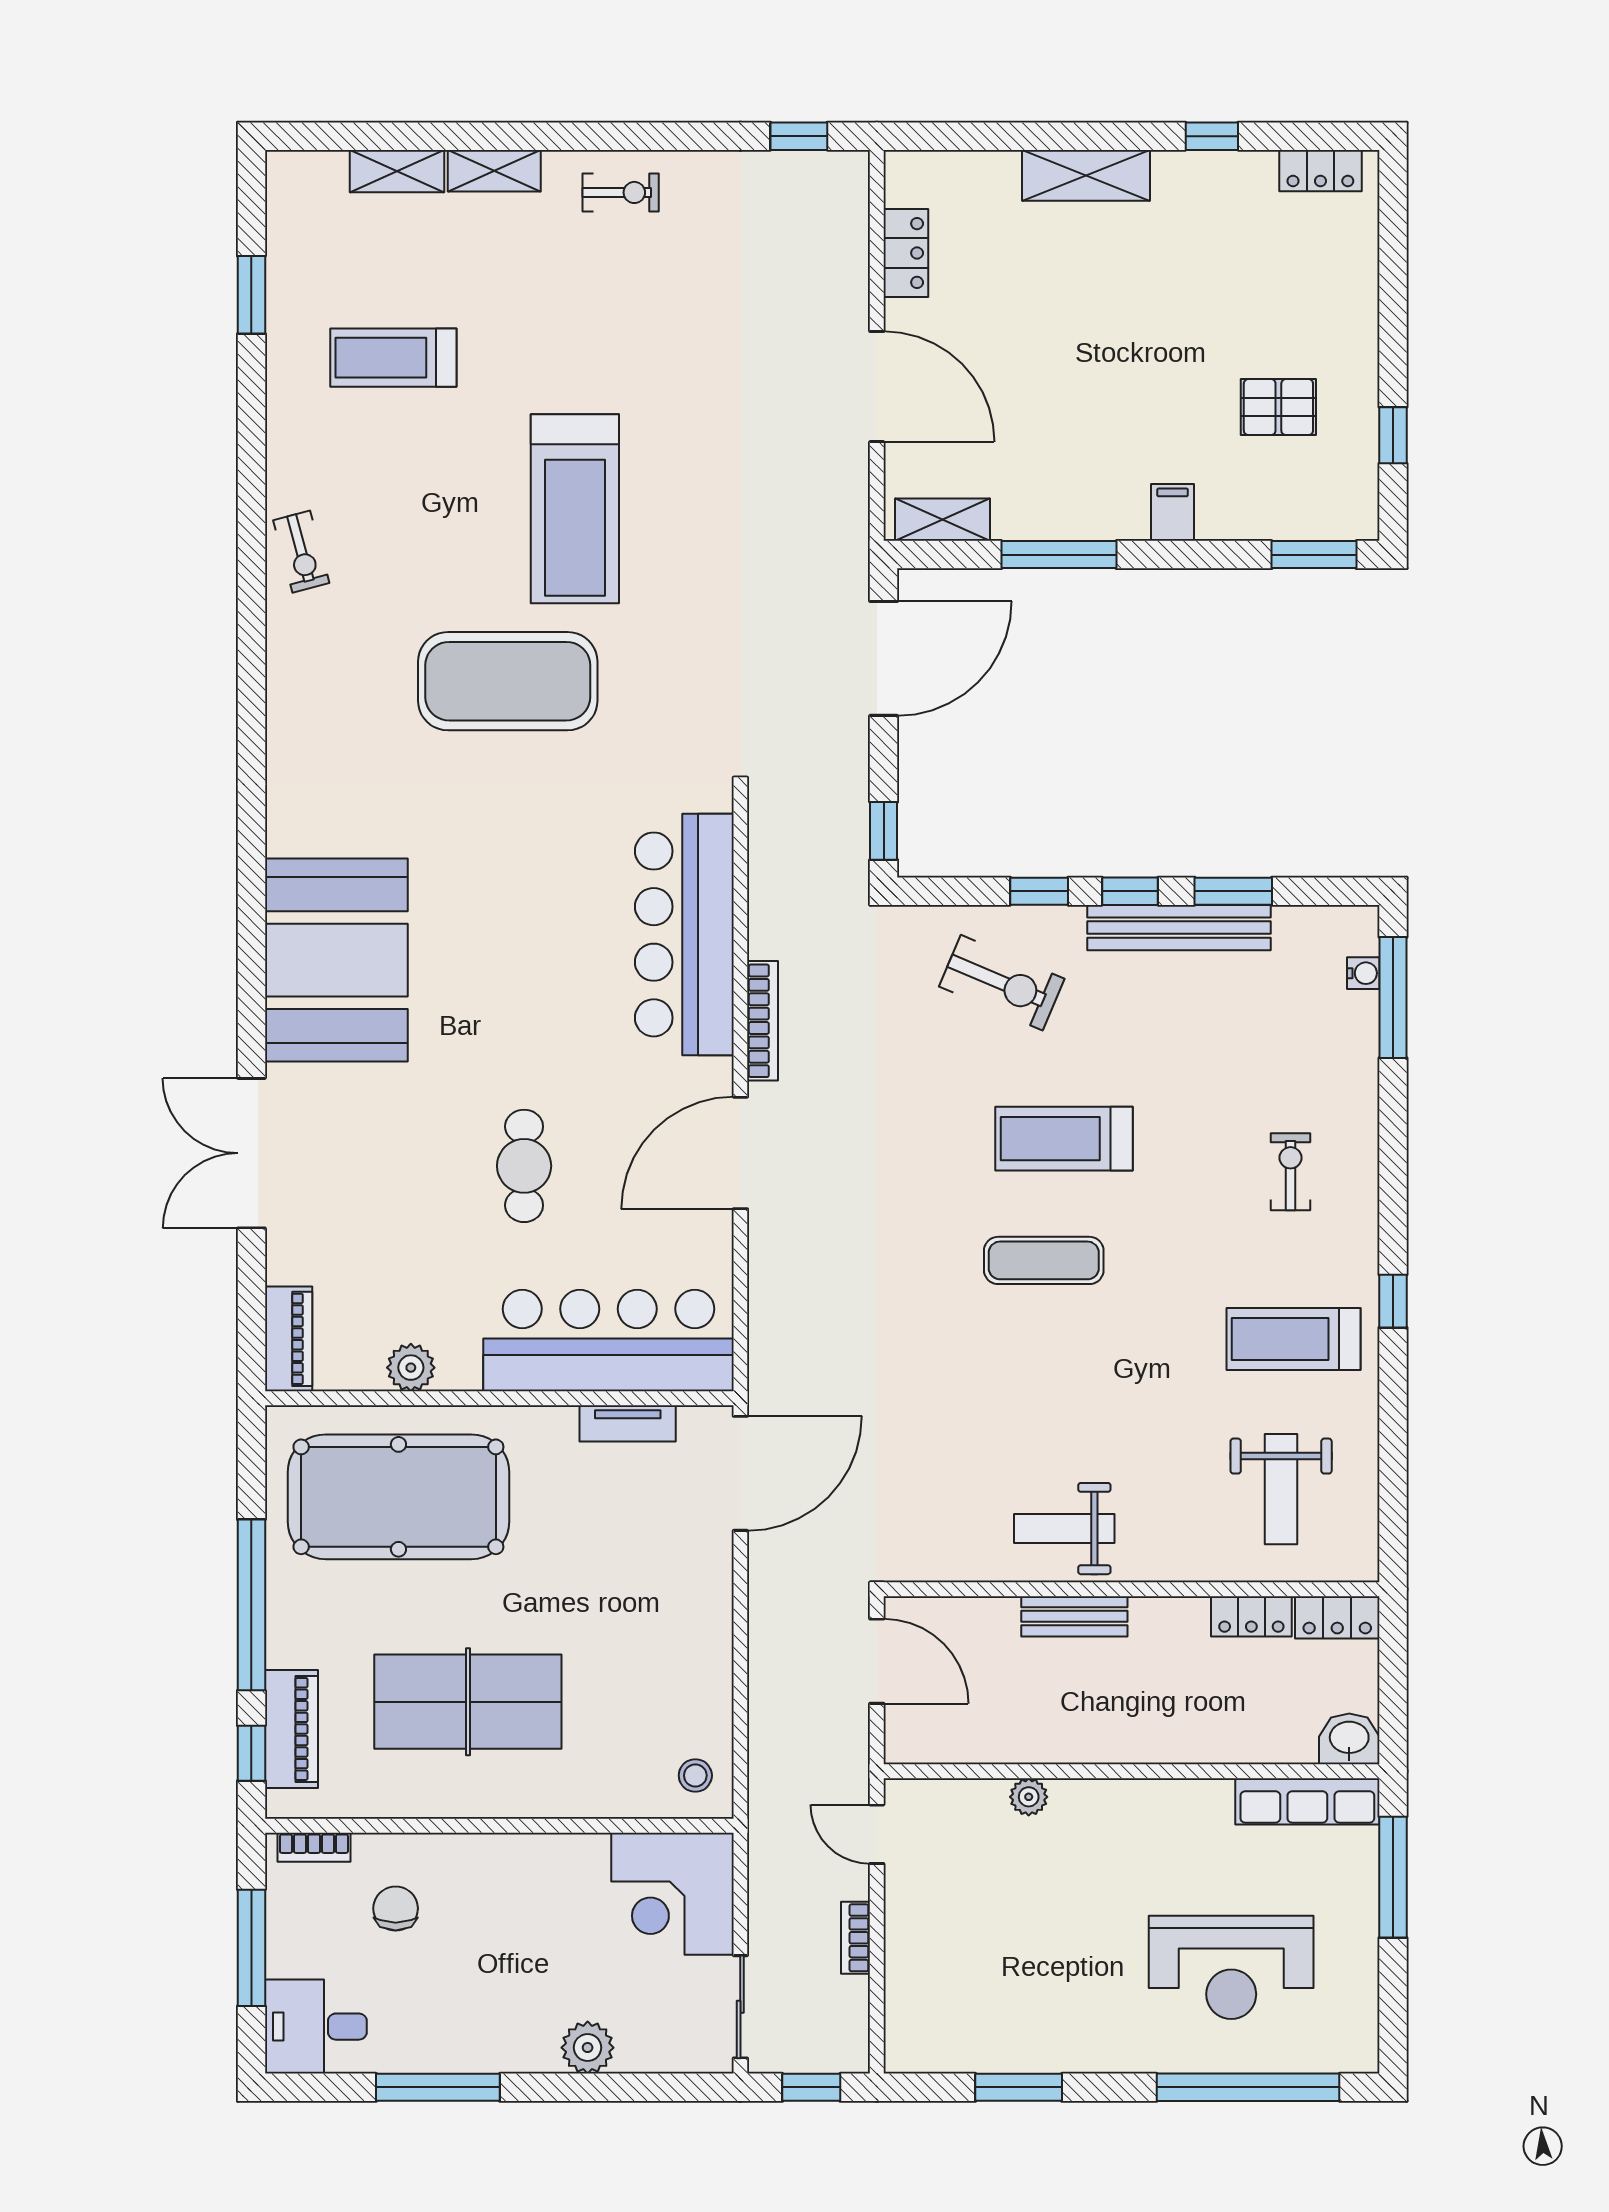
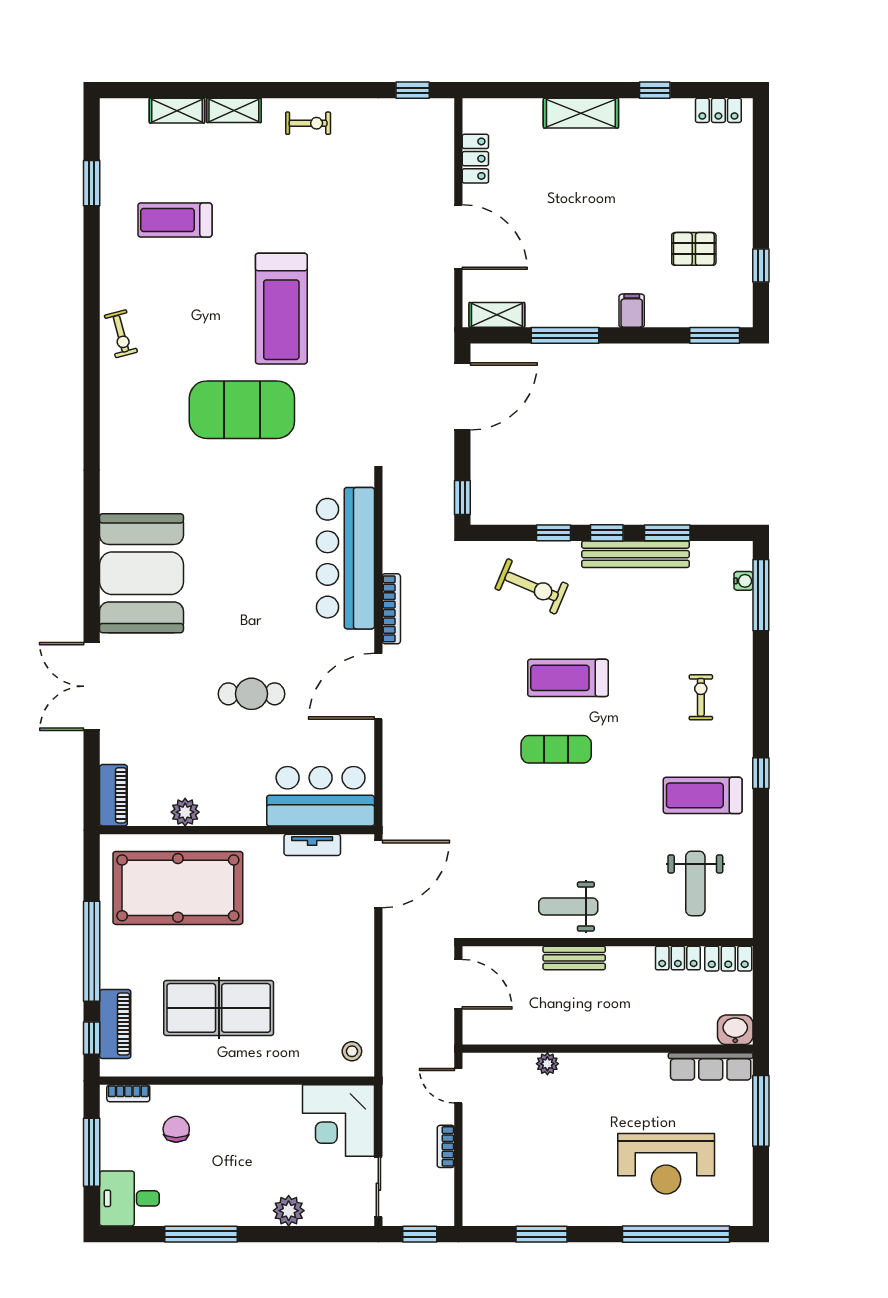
cafe table: (524, 1166) -> (252, 694), turned 90
bar counter: (608, 1341) -> (321, 796), width x0.73

